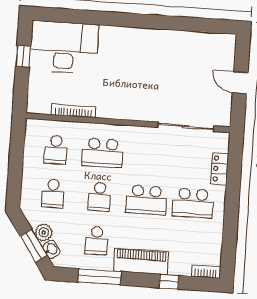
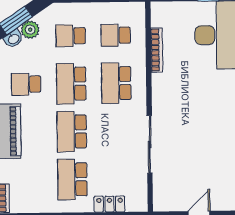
sliding door: (186, 127) -> (150, 144), moved
school desk: (100, 197) -> (71, 84), width x1.85

